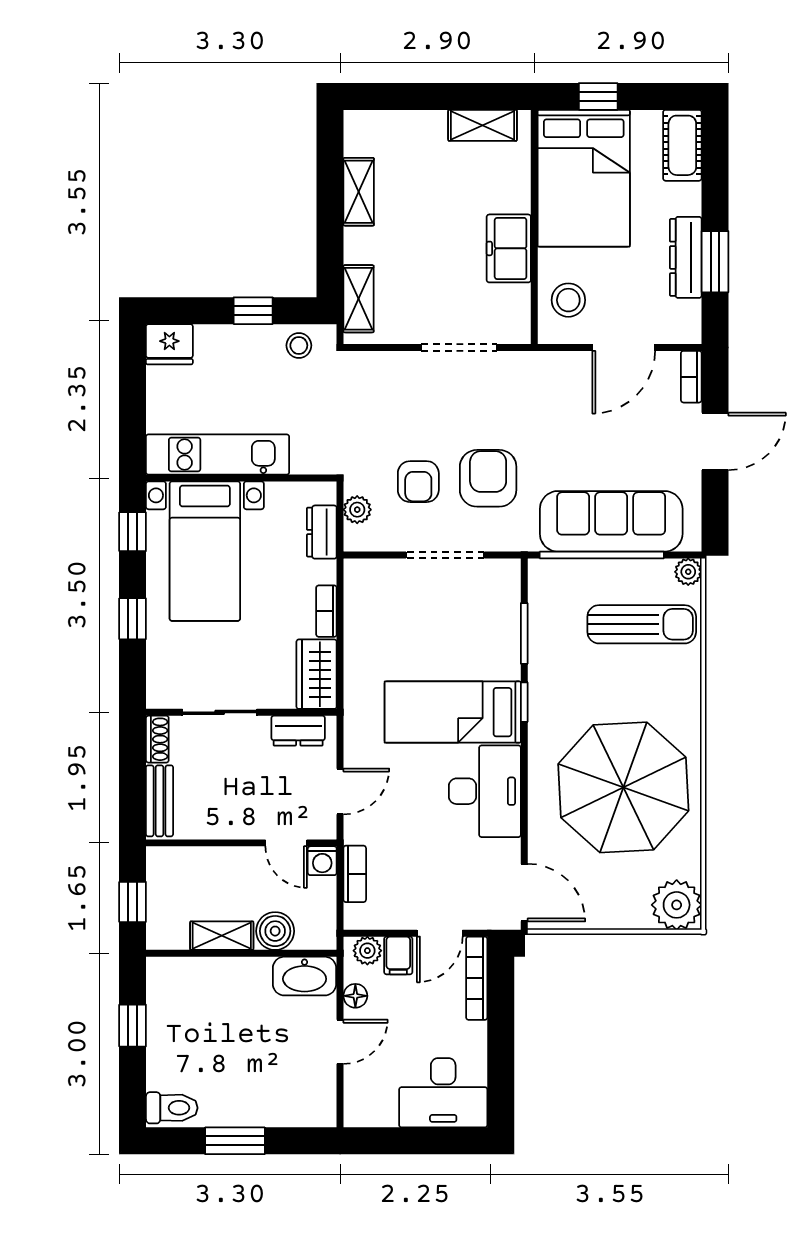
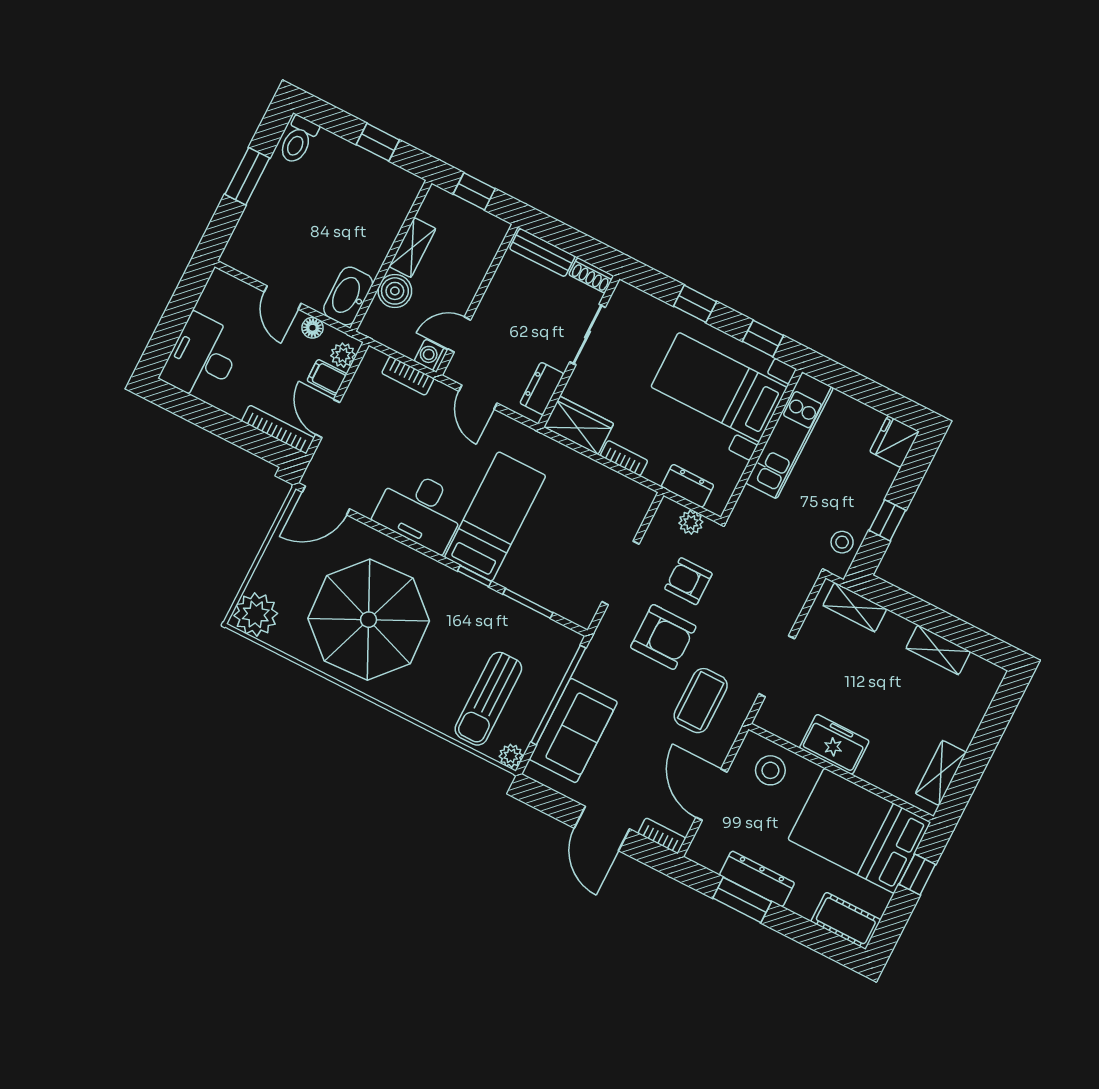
coffee table: (534, 407) -> (701, 701), added
sofa: (611, 521) -> (573, 731), width x0.73

